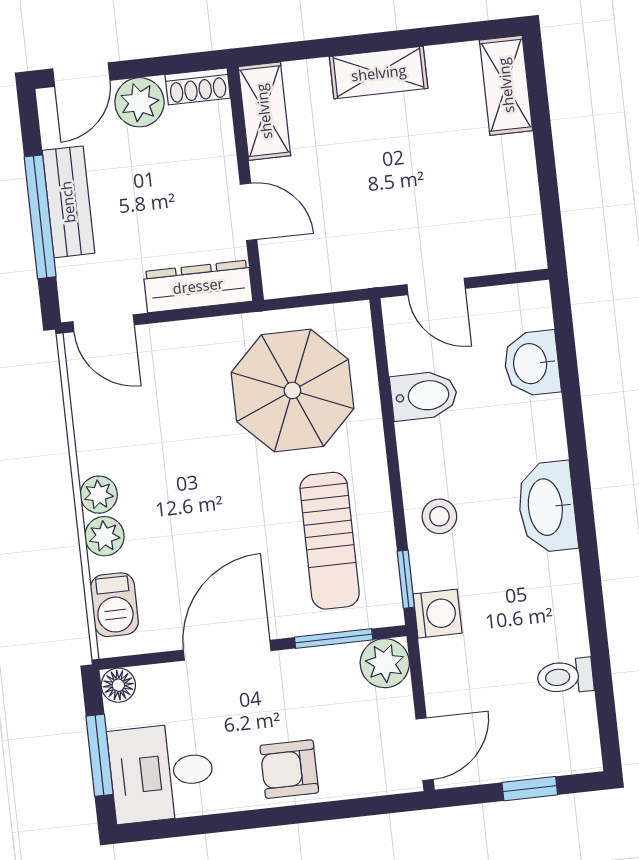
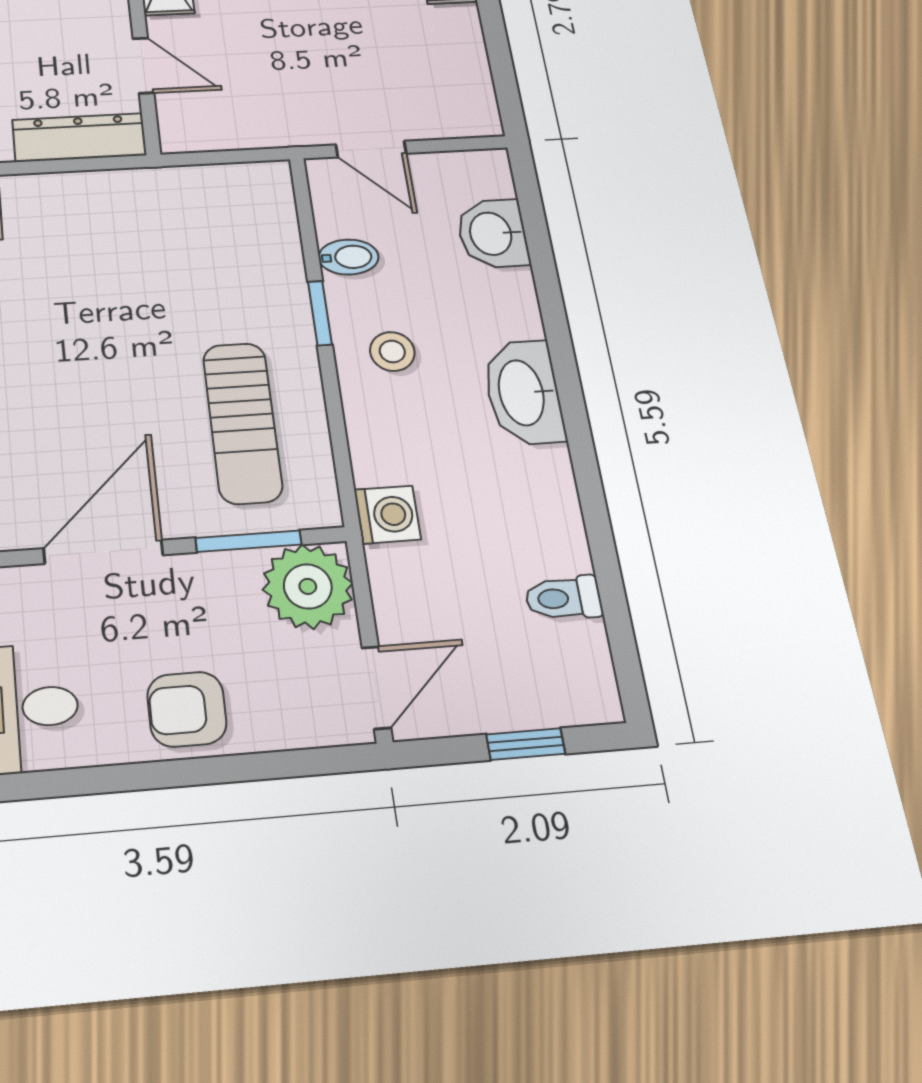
parasol: (292, 390) -> (195, 251), removed
bidet: (424, 396) -> (349, 257), width x0.72, depth x0.74
stool: (439, 516) -> (392, 351), moved
window: (406, 579) -> (320, 313), moved
plant: (385, 663) -> (308, 586), width x1.36, depth x1.36

